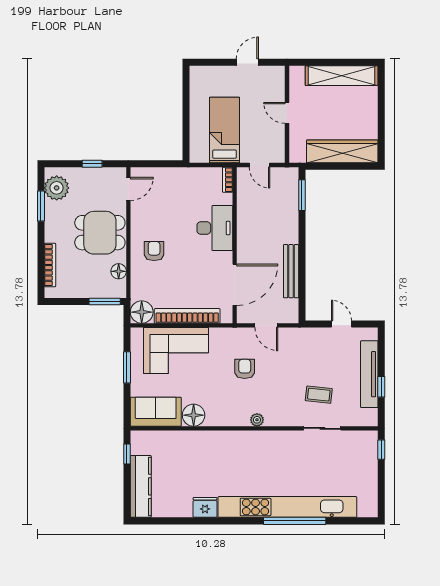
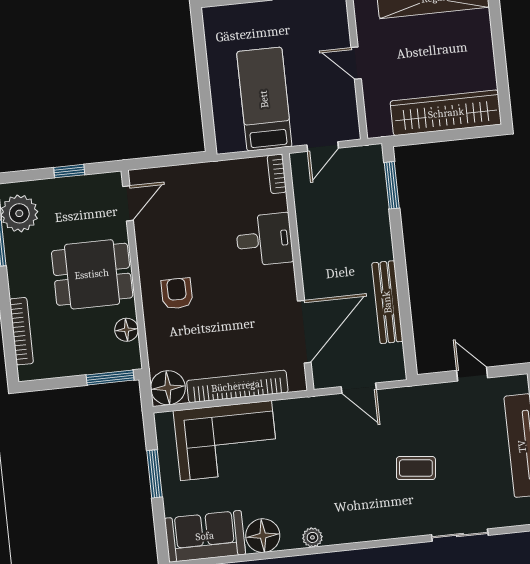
door: (259, 165) -> (323, 146), hinge flipped
desk: (215, 228) -> (264, 240), width x0.73
armchair: (245, 369) -> (333, 457), removed
coffee table: (319, 395) -> (416, 468), moved
plant: (257, 420) -> (312, 537), moved

